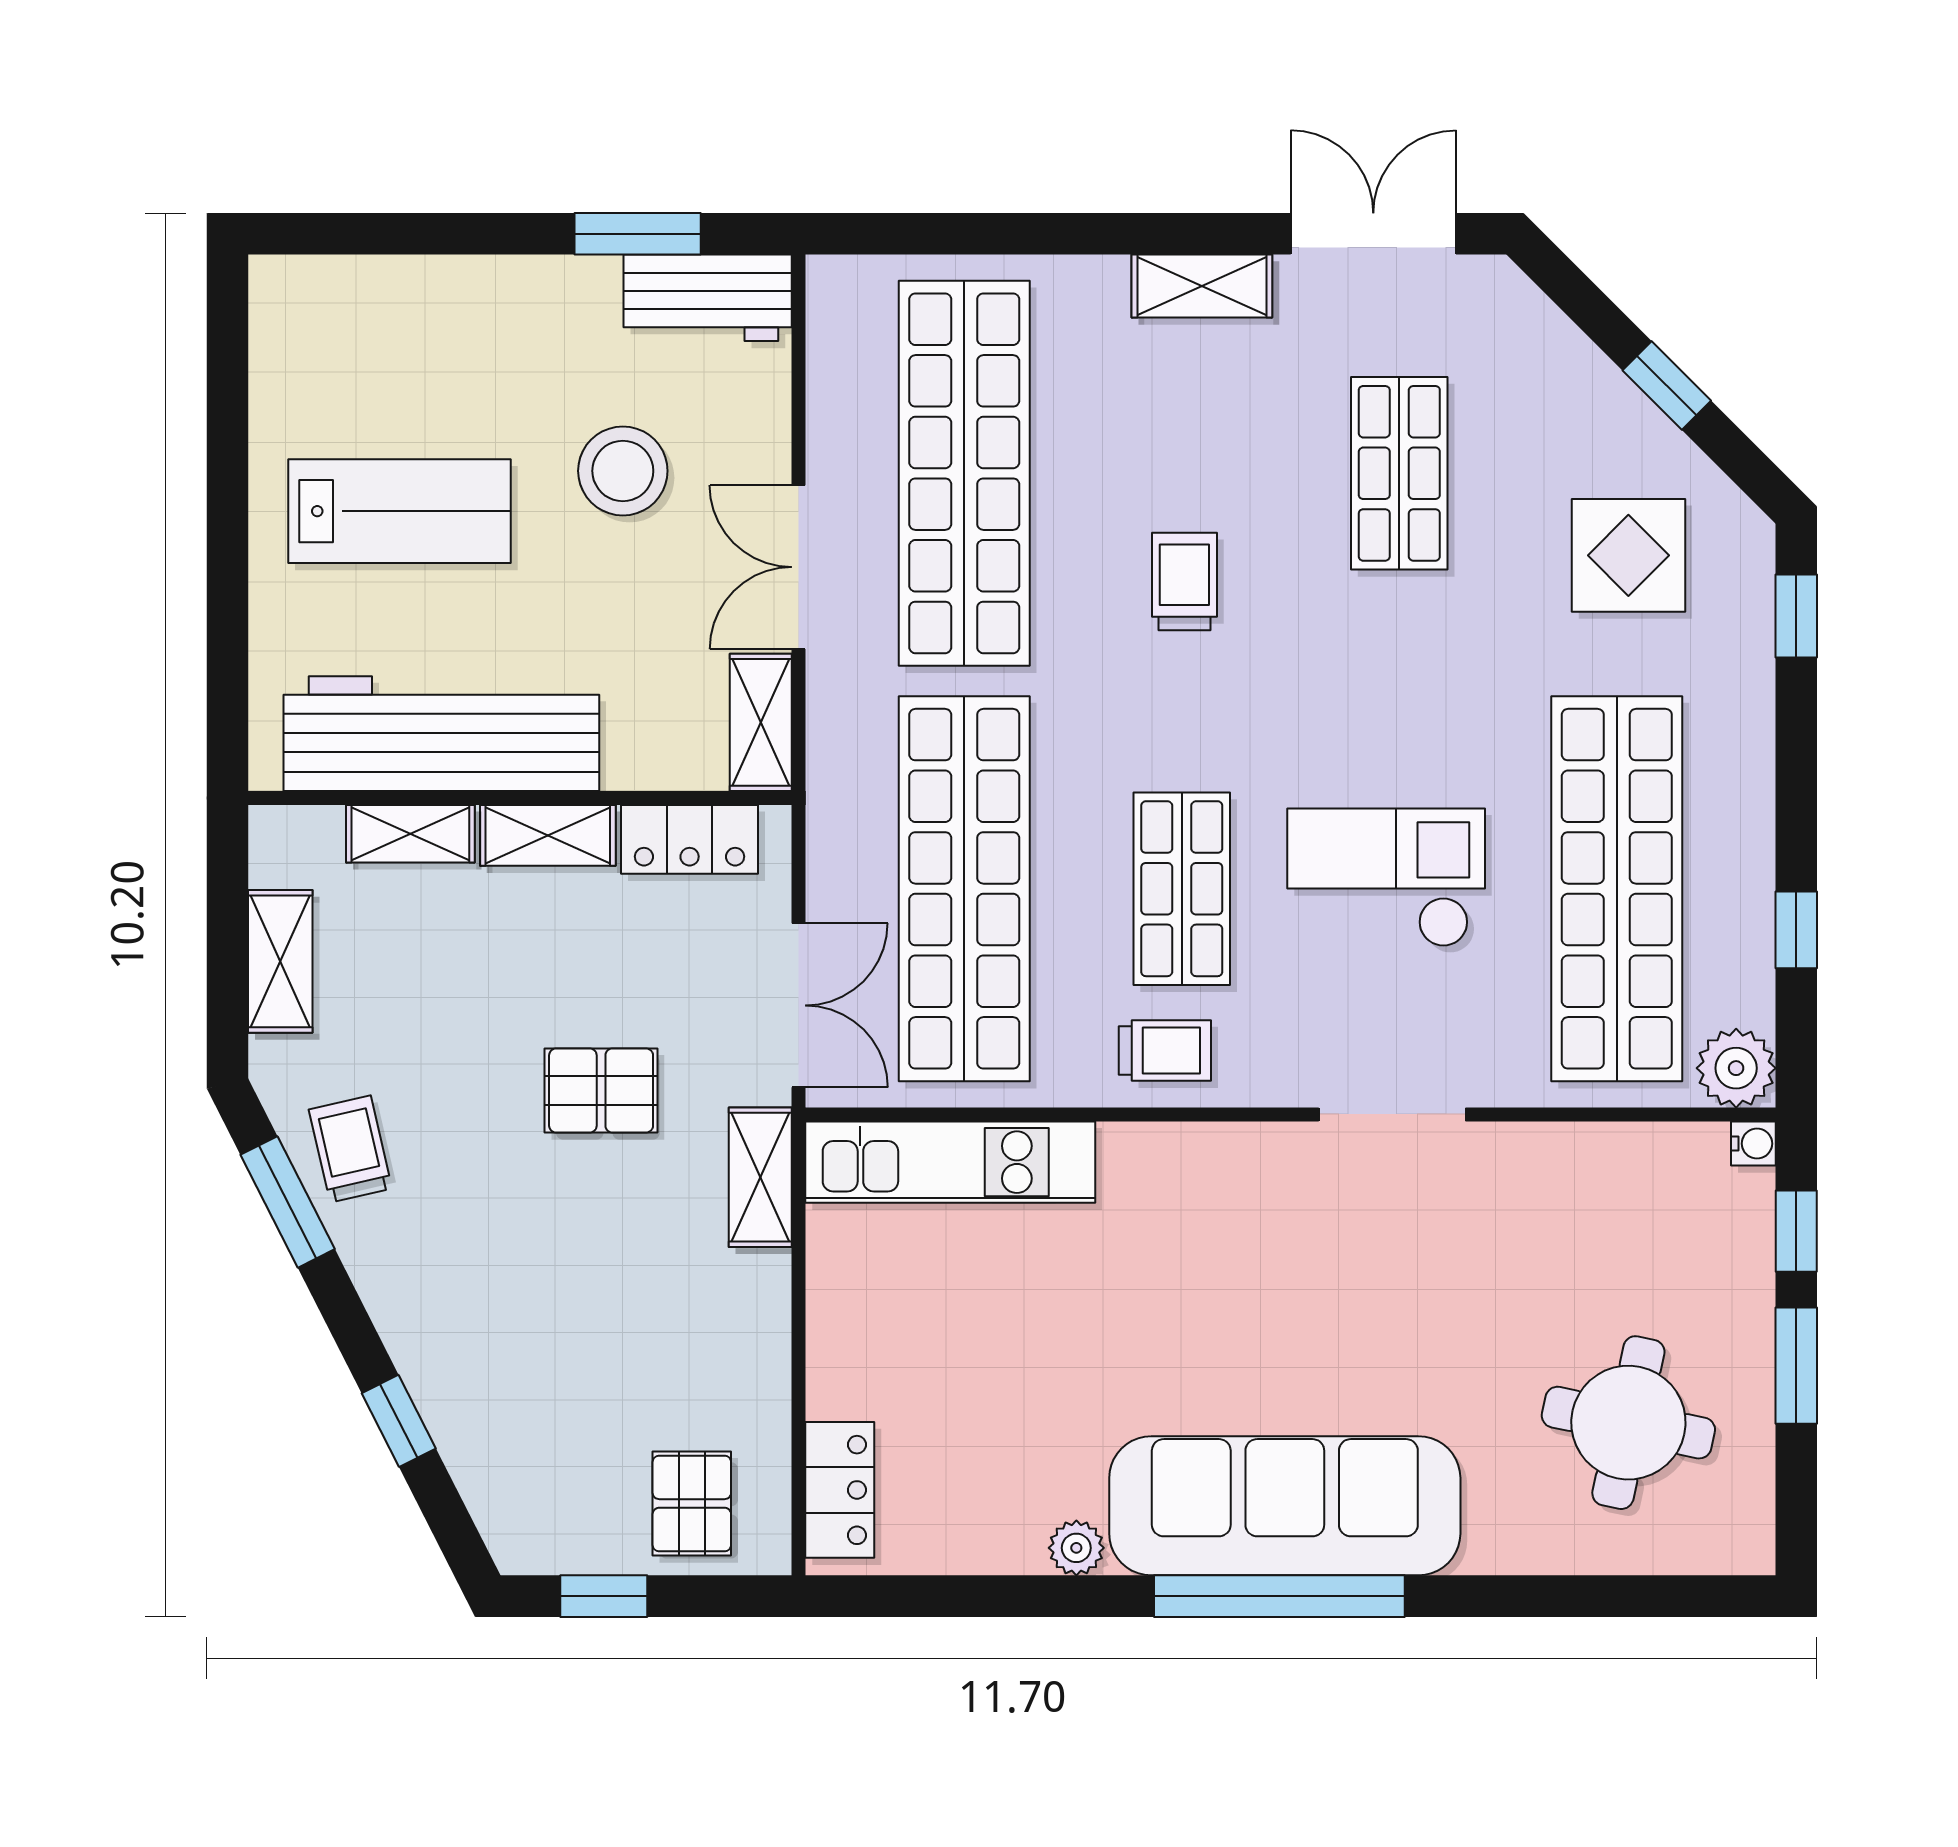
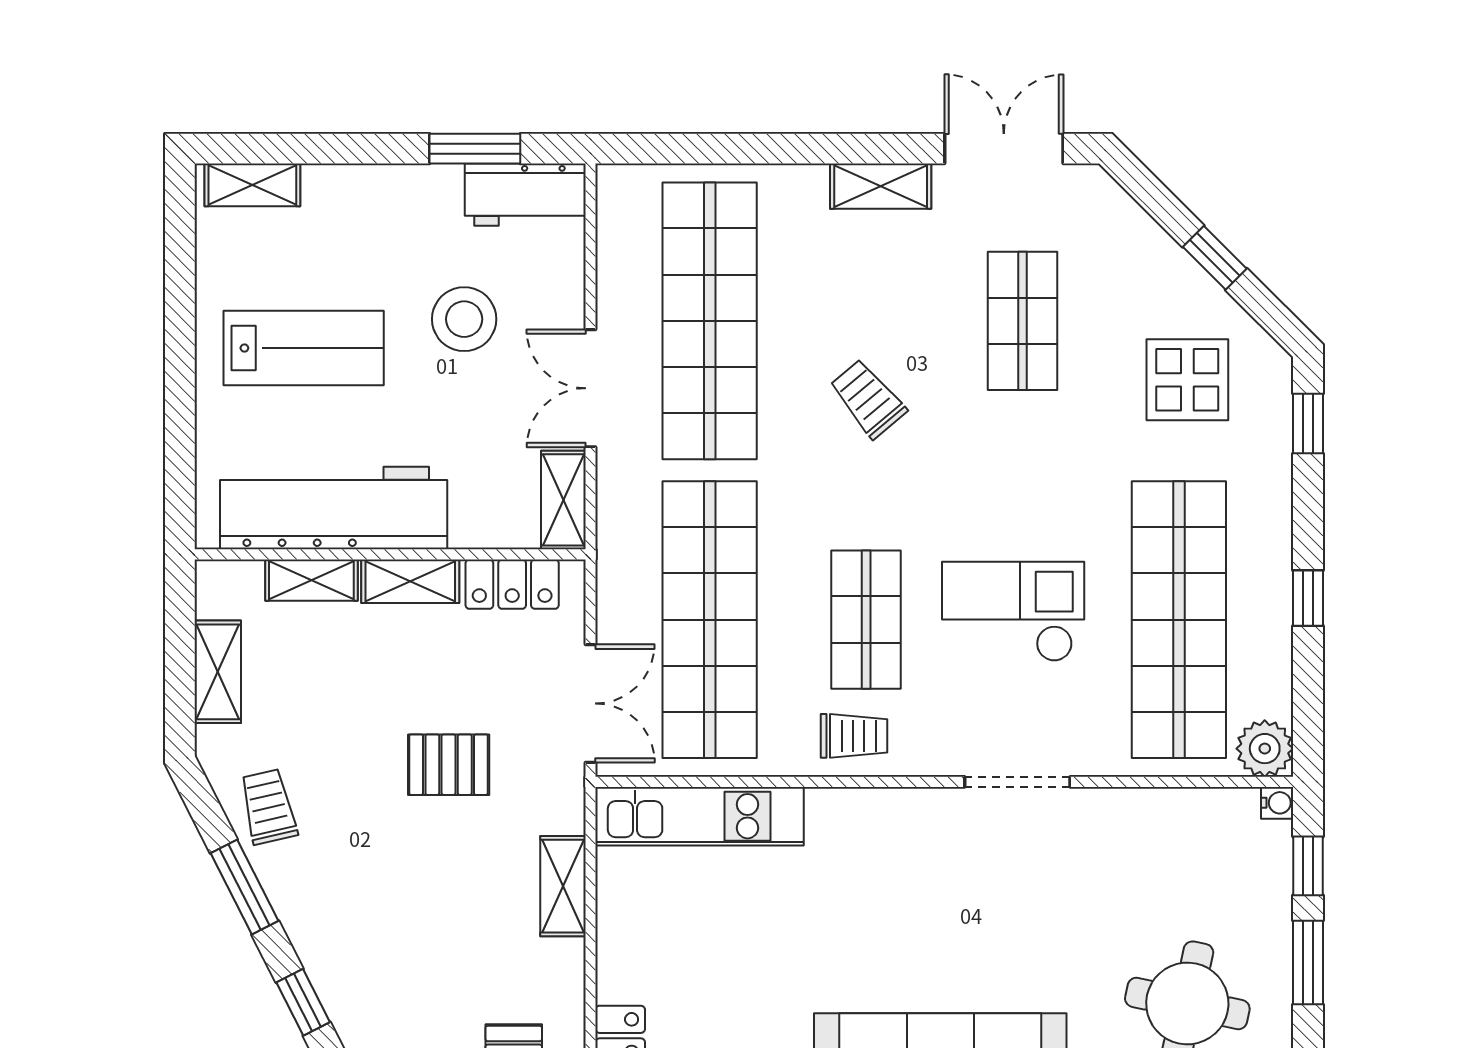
shelving: (328, 284) -> (252, 185), added
trolley: (1184, 582) -> (868, 399), turned -40
window: (1796, 930) -> (1308, 598), moved
shelving: (760, 1177) -> (563, 886), moved
window: (288, 1202) -> (245, 887), moved

